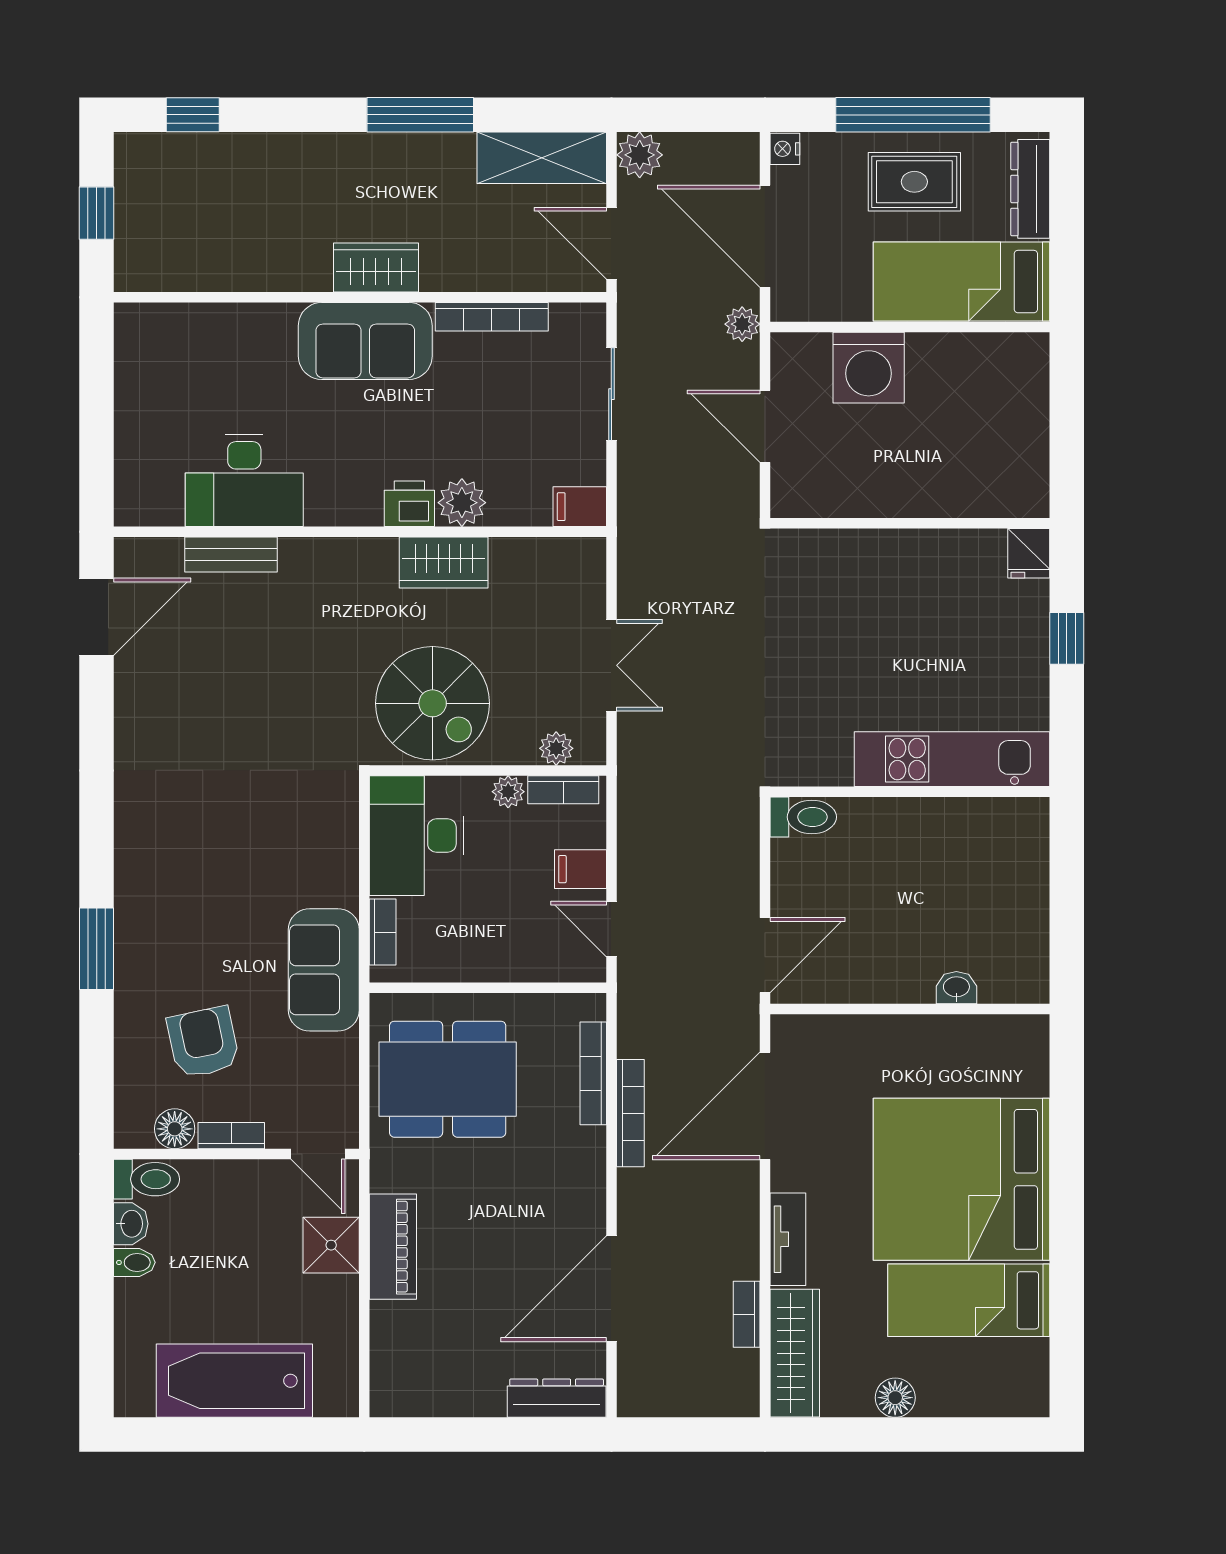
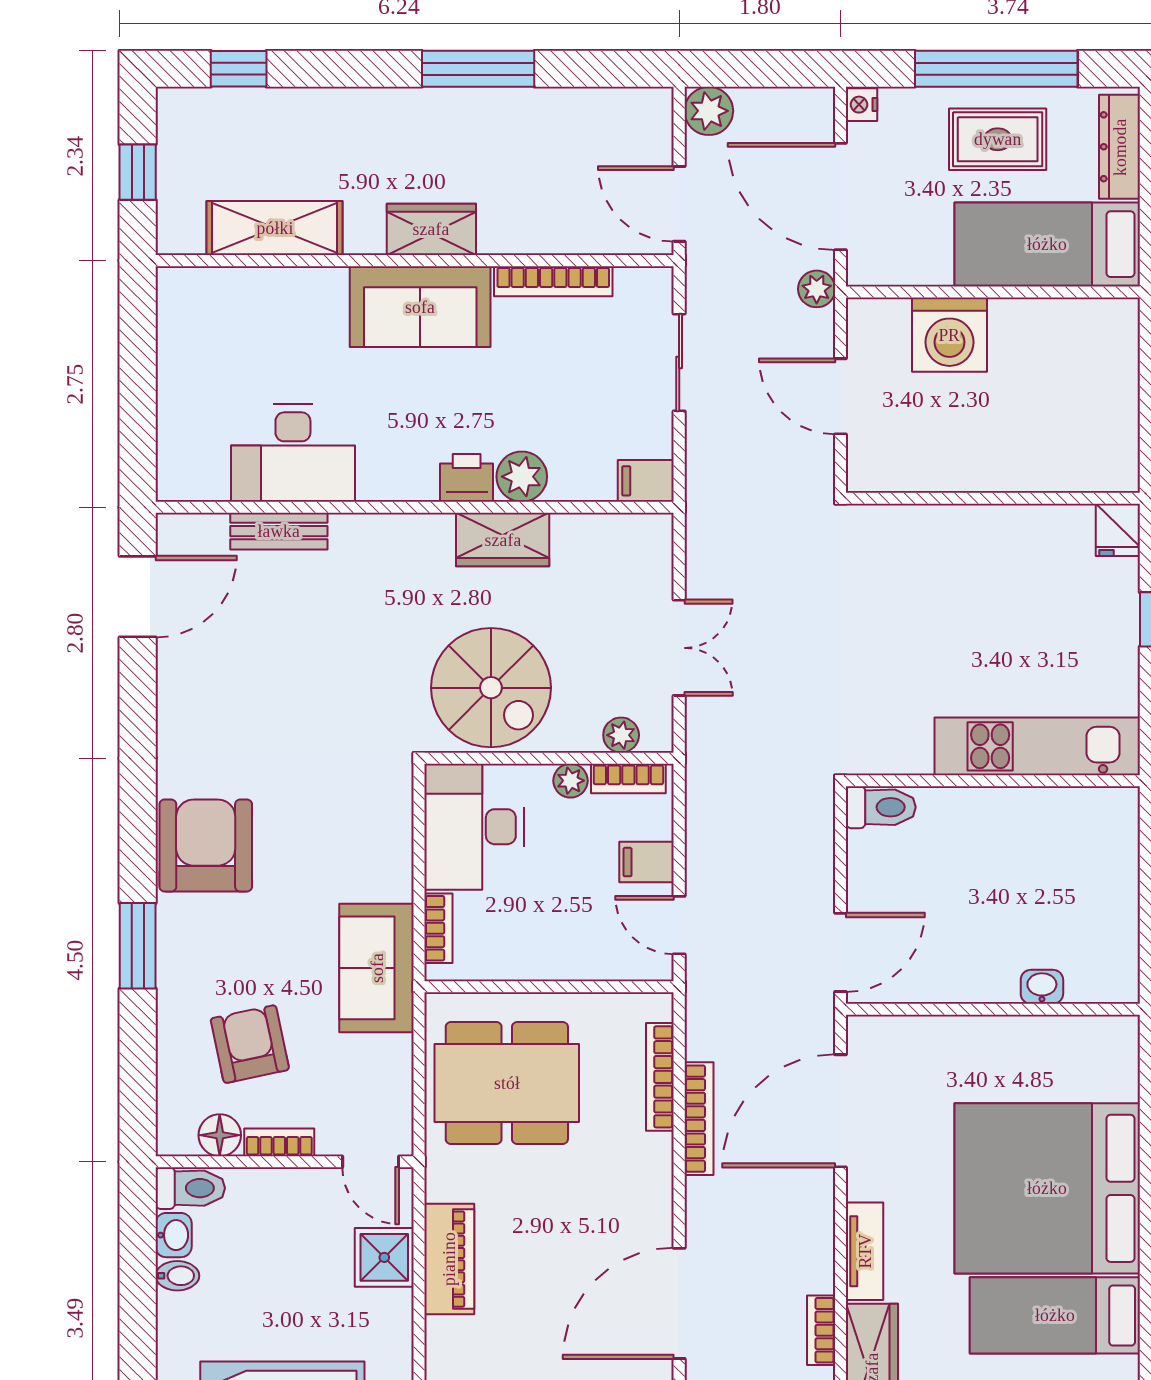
shelving: (542, 158) -> (275, 228), moved
armchair: (161, 853) -> (206, 845), added

